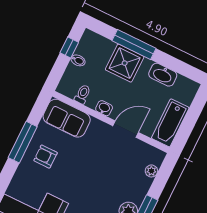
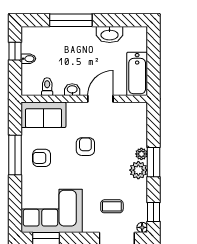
shower: (125, 63) -> (71, 41), removed
armchair: (91, 166) -> (85, 147), added
plant: (151, 171) -> (141, 154), moved

